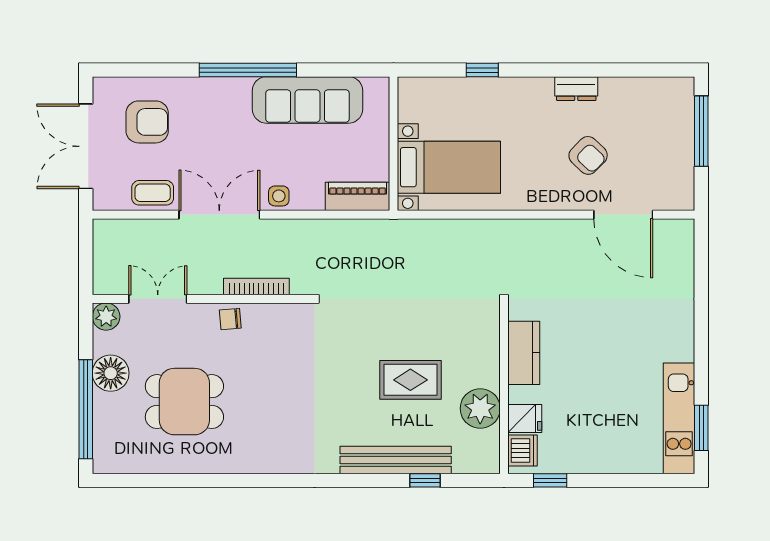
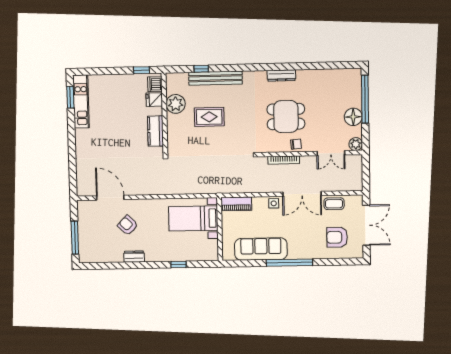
dining table: (184, 402) -> (286, 117), moved
dresser: (258, 462) -> (281, 75), added

